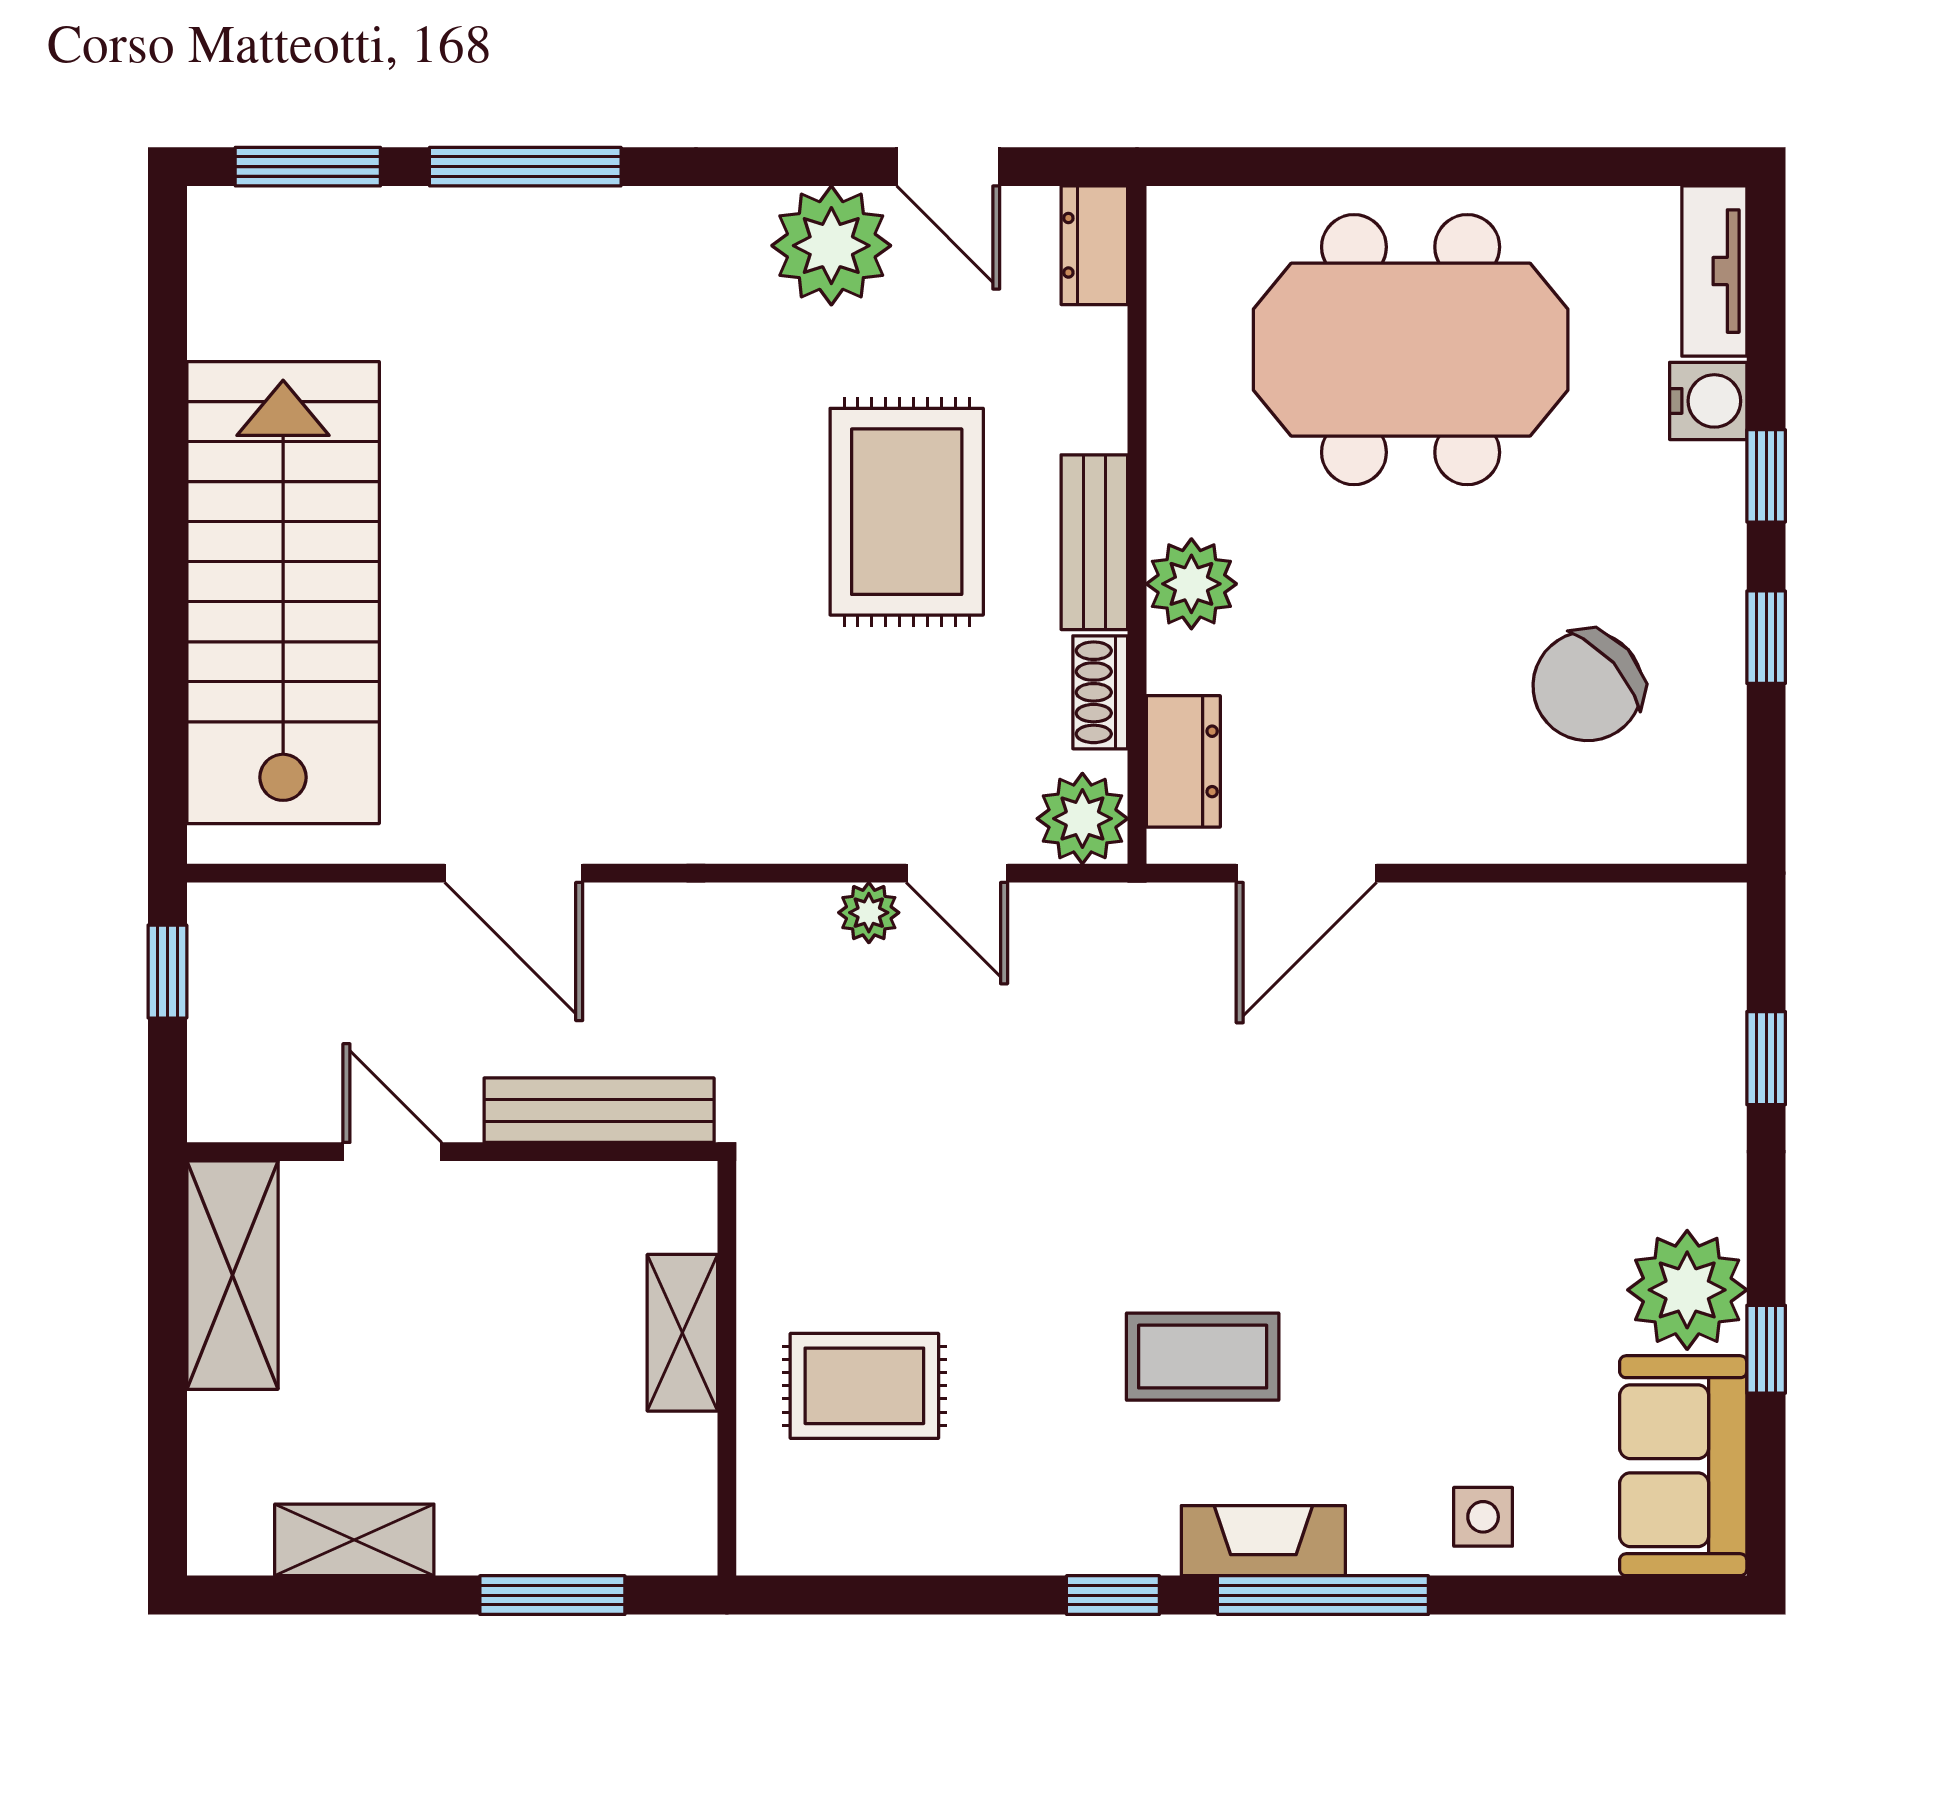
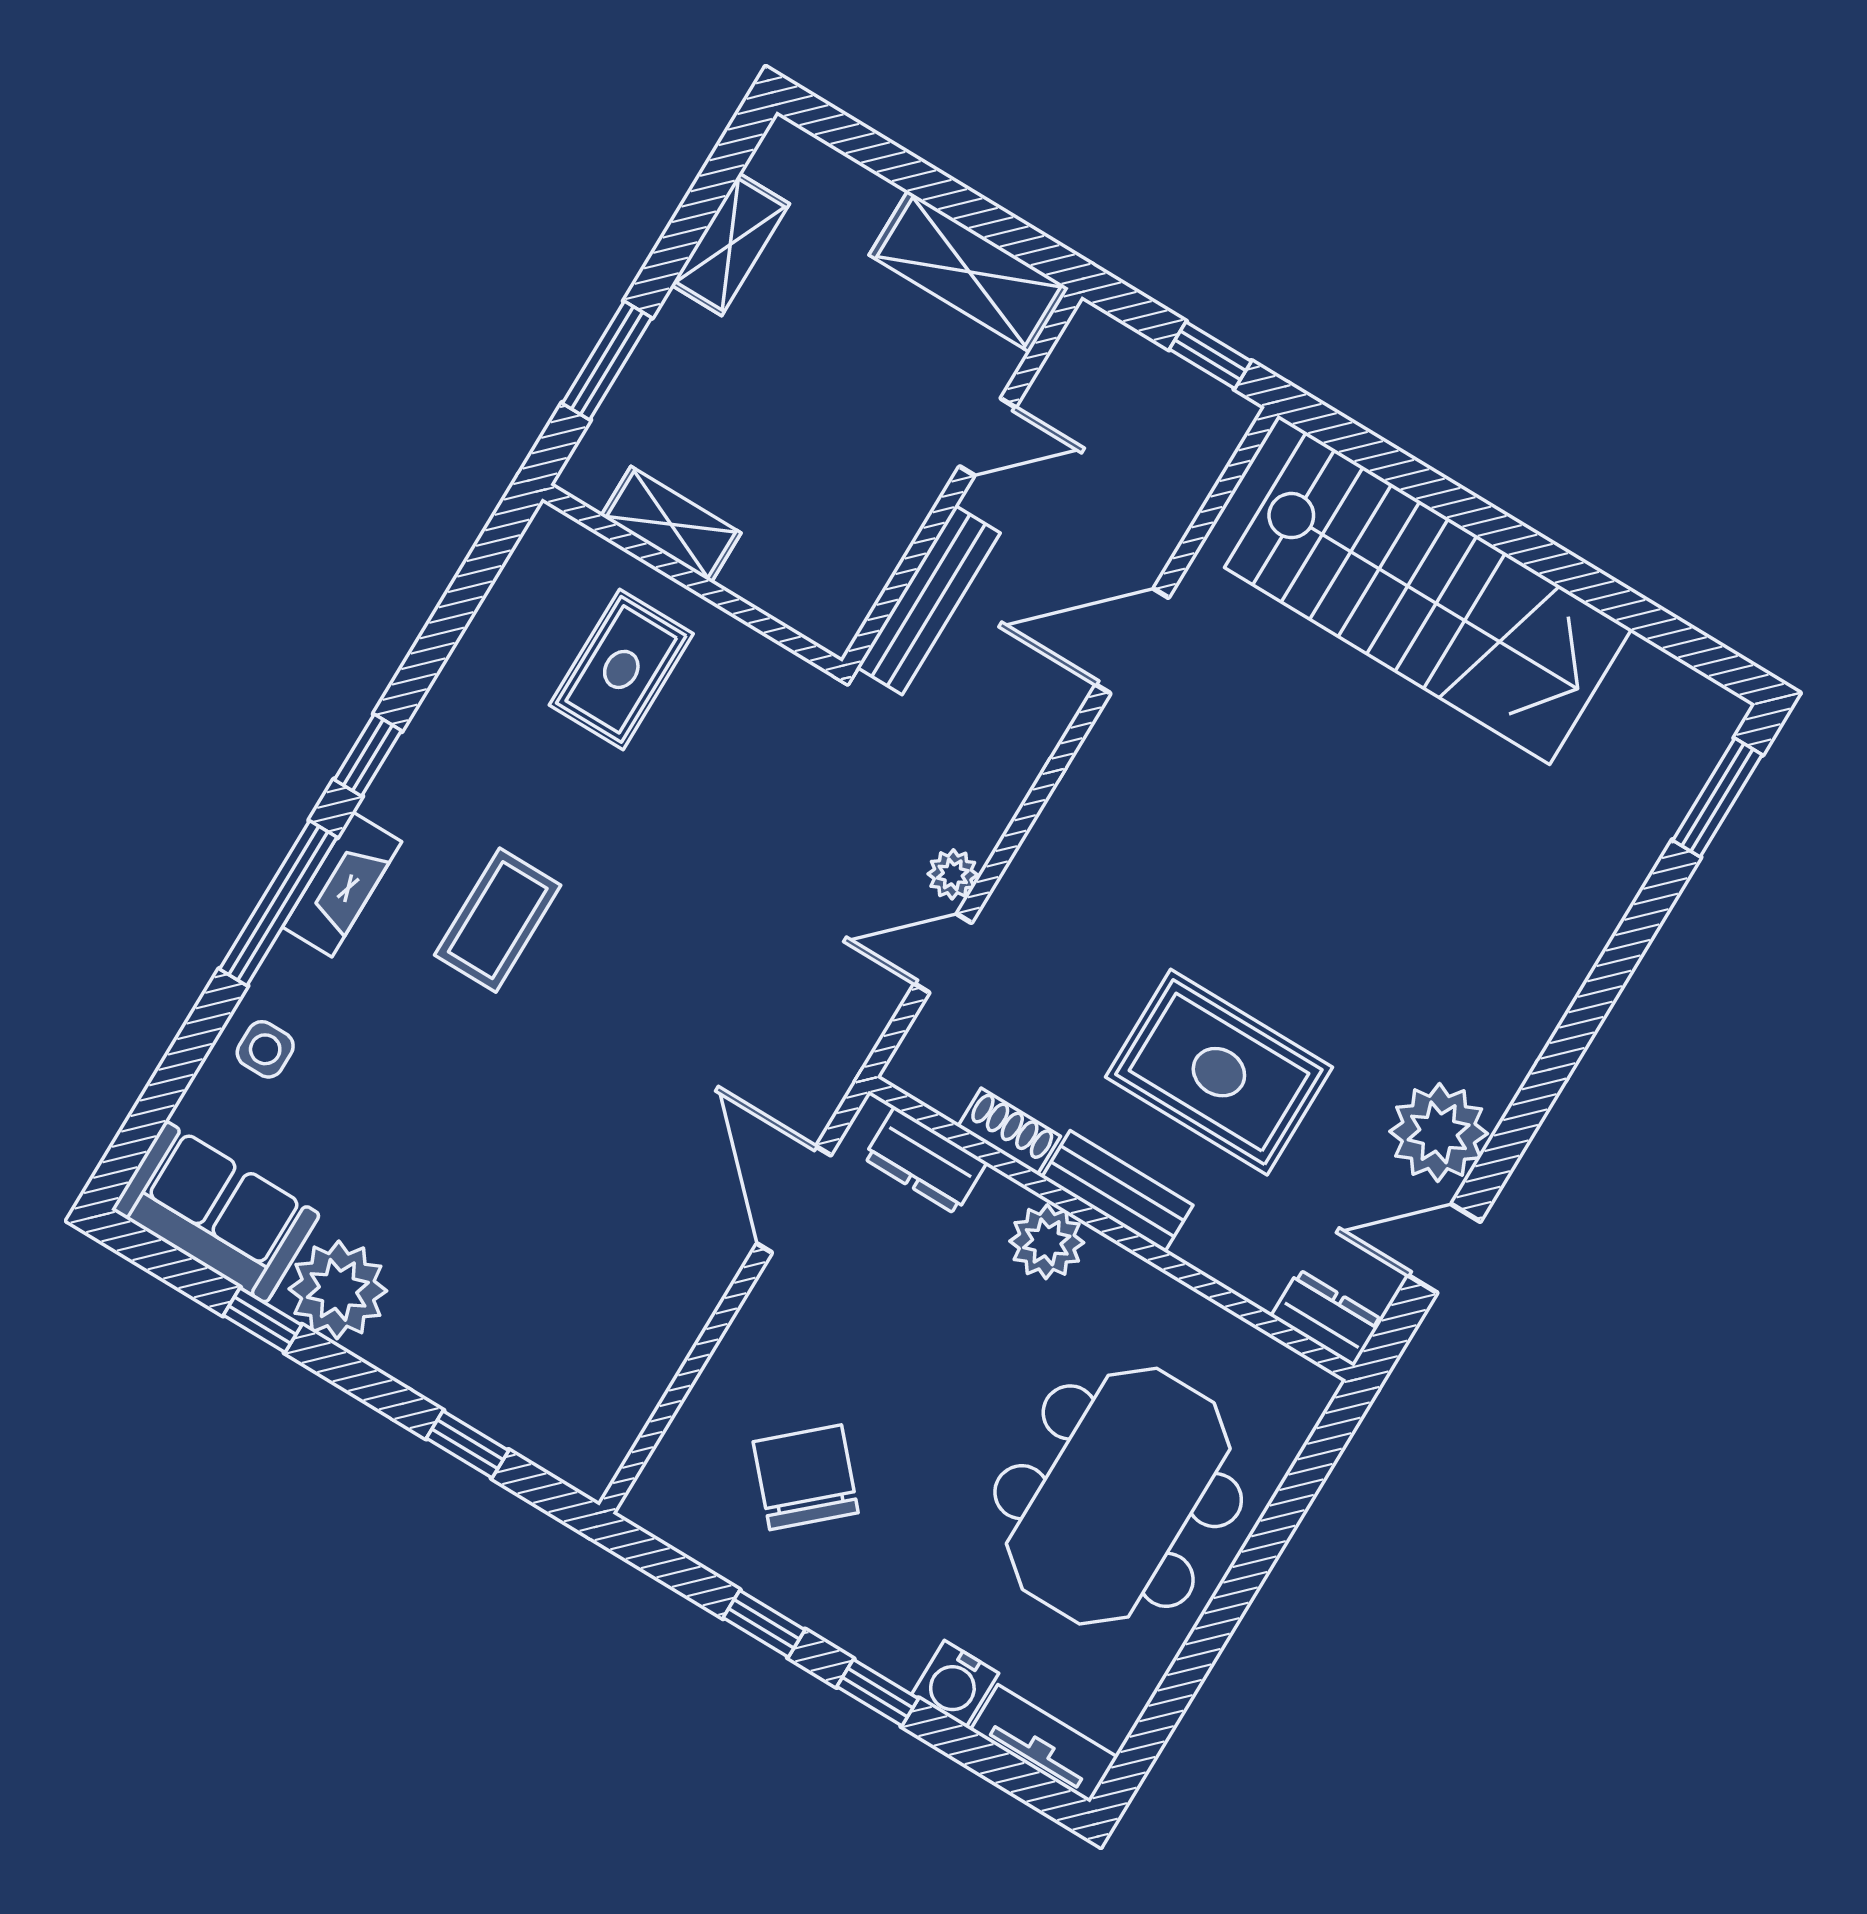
window: (525, 167) -> (1625, 951), removed
plant: (1082, 819) -> (928, 1065), removed
shelving: (682, 1333) -> (671, 524), moved

